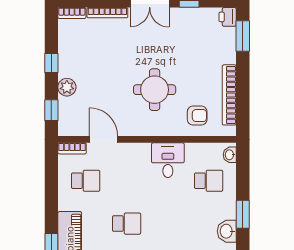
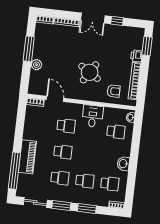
printer: (228, 17) -> (136, 56), moved
window: (51, 63) -> (29, 49), width x2.17
round table: (155, 90) -> (90, 72), turned 32
window: (51, 110) -> (25, 77), removed
school desk: (86, 181) -> (66, 126), moved
window: (243, 214) -> (134, 154), removed

